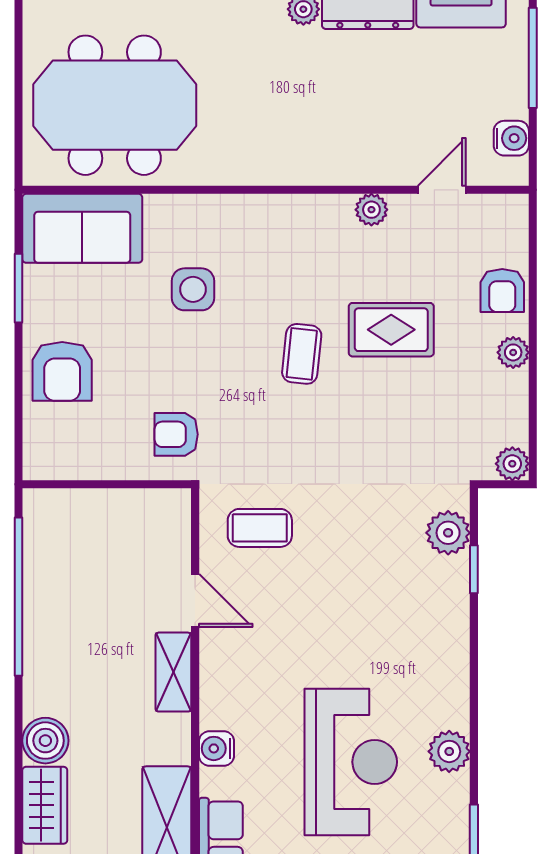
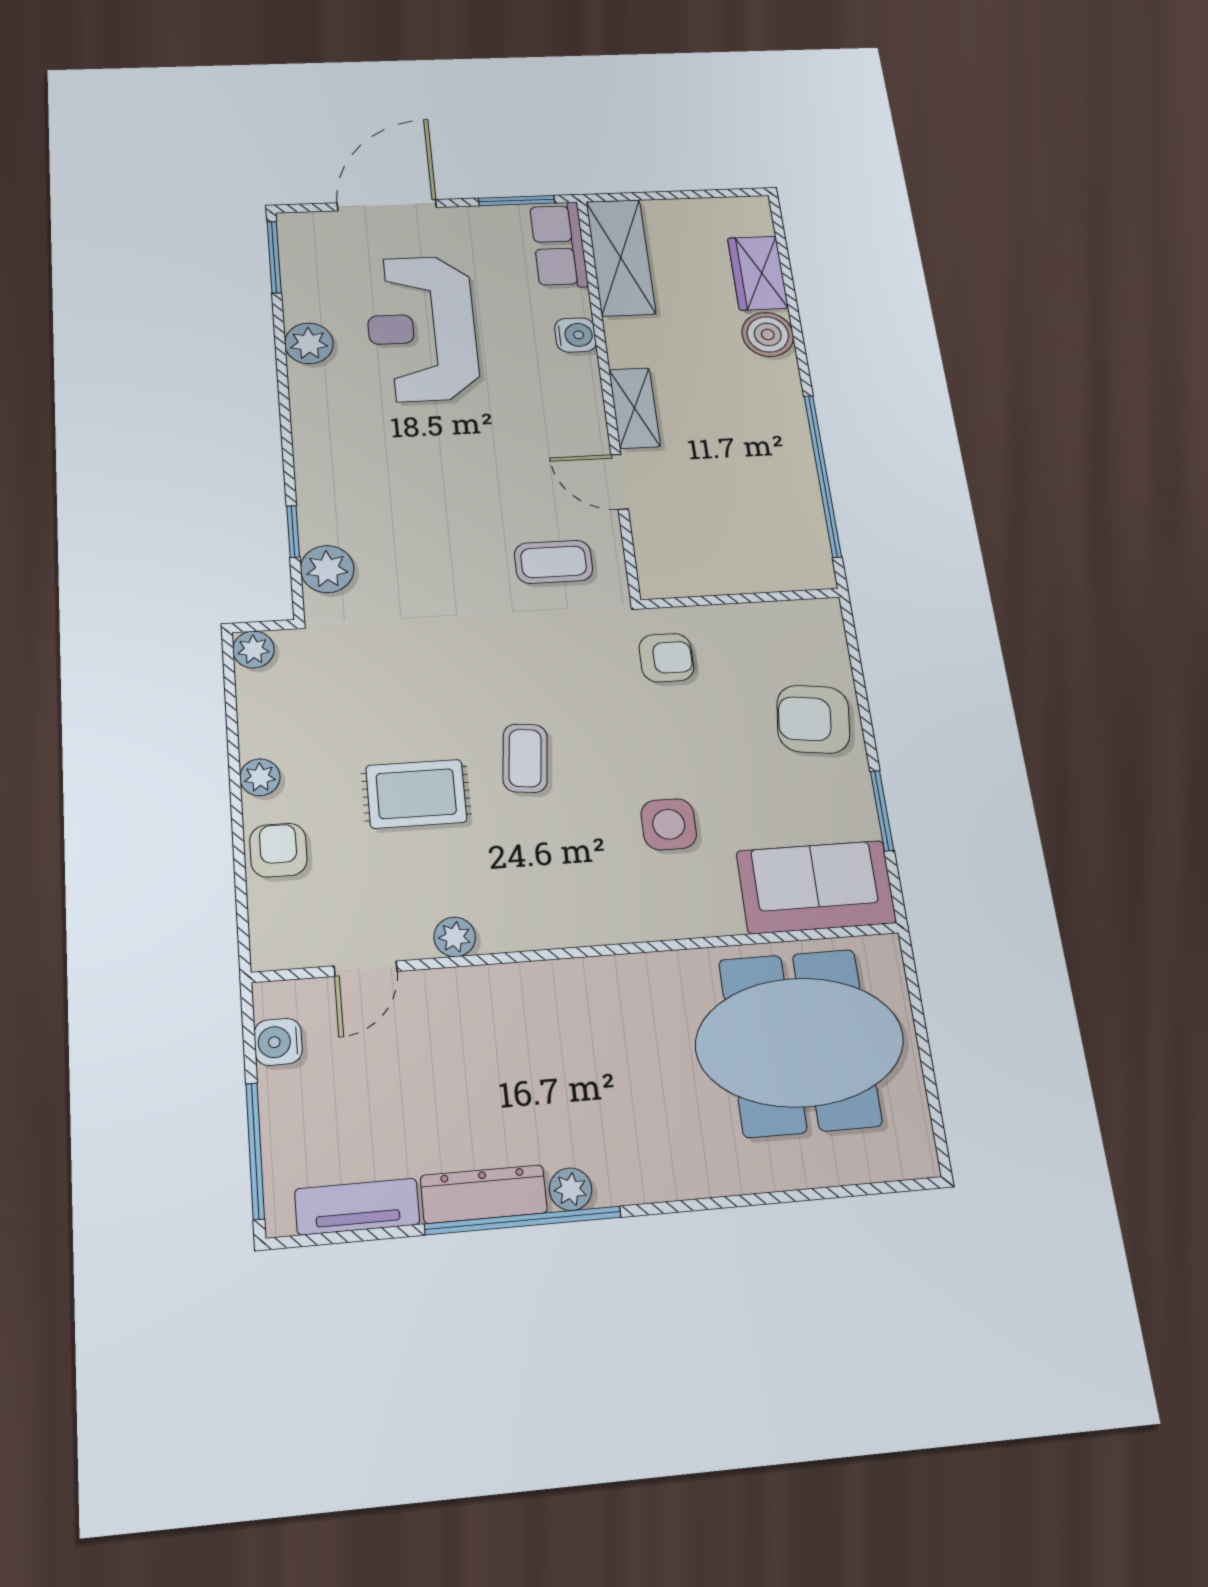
armchair: (62, 371) -> (813, 719), turned -83

